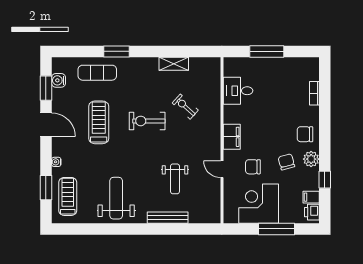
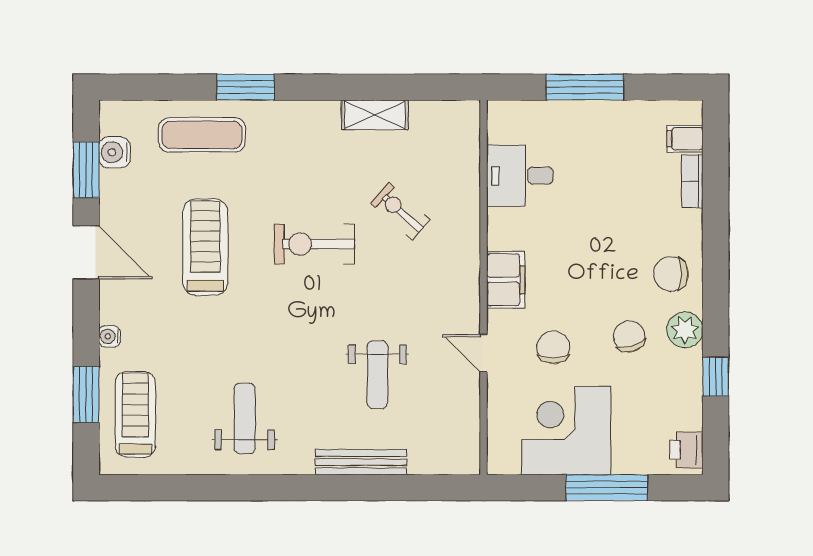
chair: (253, 167) -> (553, 347), turned 90
filing cabinet: (311, 197) -> (685, 139), moved
weight bench: (116, 198) -> (245, 418), width x0.73, depth x0.75

